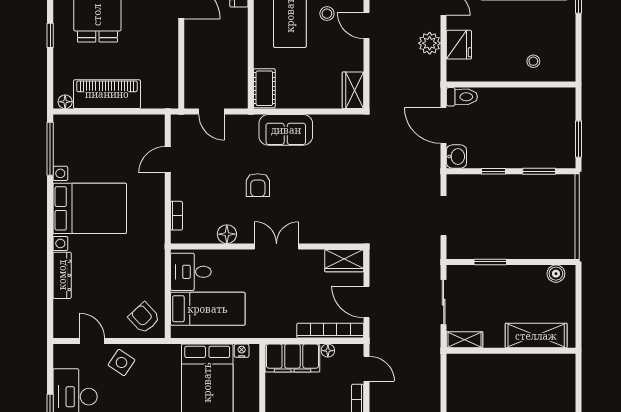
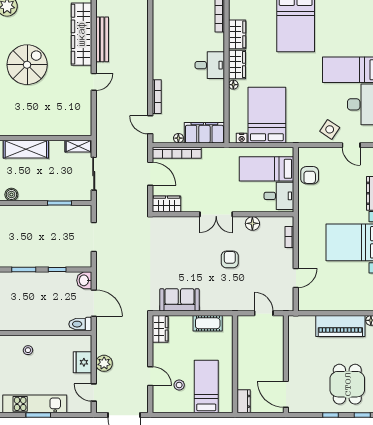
cot: (264, 88) -> (208, 323), moved, turned 90
sofa: (286, 130) -> (179, 300), moved
armchair: (144, 318) -> (310, 175), moved, turned 43

